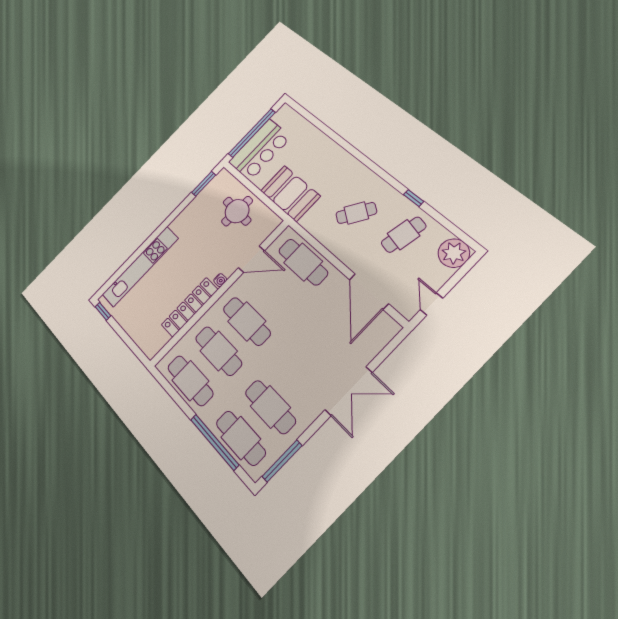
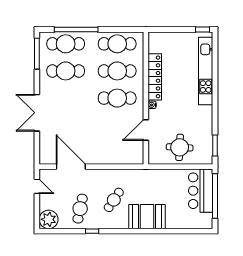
booth: (290, 193) -> (147, 217), moved
cafe table: (303, 262) -> (117, 152), removed

